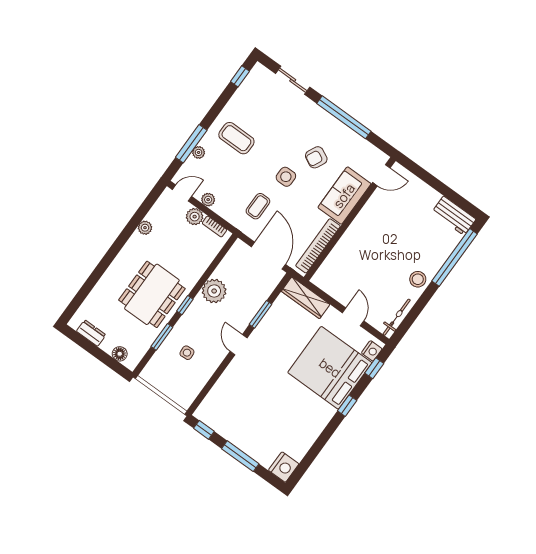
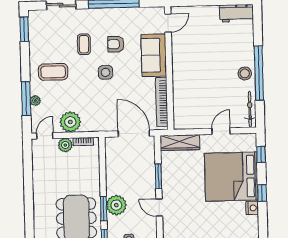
window: (240, 76) -> (24, 29), width x1.50
armchair: (316, 157) -> (116, 44), turned 64
plant: (208, 200) -> (70, 122), width x1.88, depth x1.88
coffee table: (258, 206) -> (84, 44), moved
plant: (145, 228) -> (38, 177), removed
window: (454, 257) -> (259, 73), moved
plant: (214, 291) -> (116, 205), moved
window: (185, 305) -> (104, 209), width x1.50
door: (353, 317) -> (221, 131), hinge flipped
nightstand: (372, 351) -> (252, 208), moved

